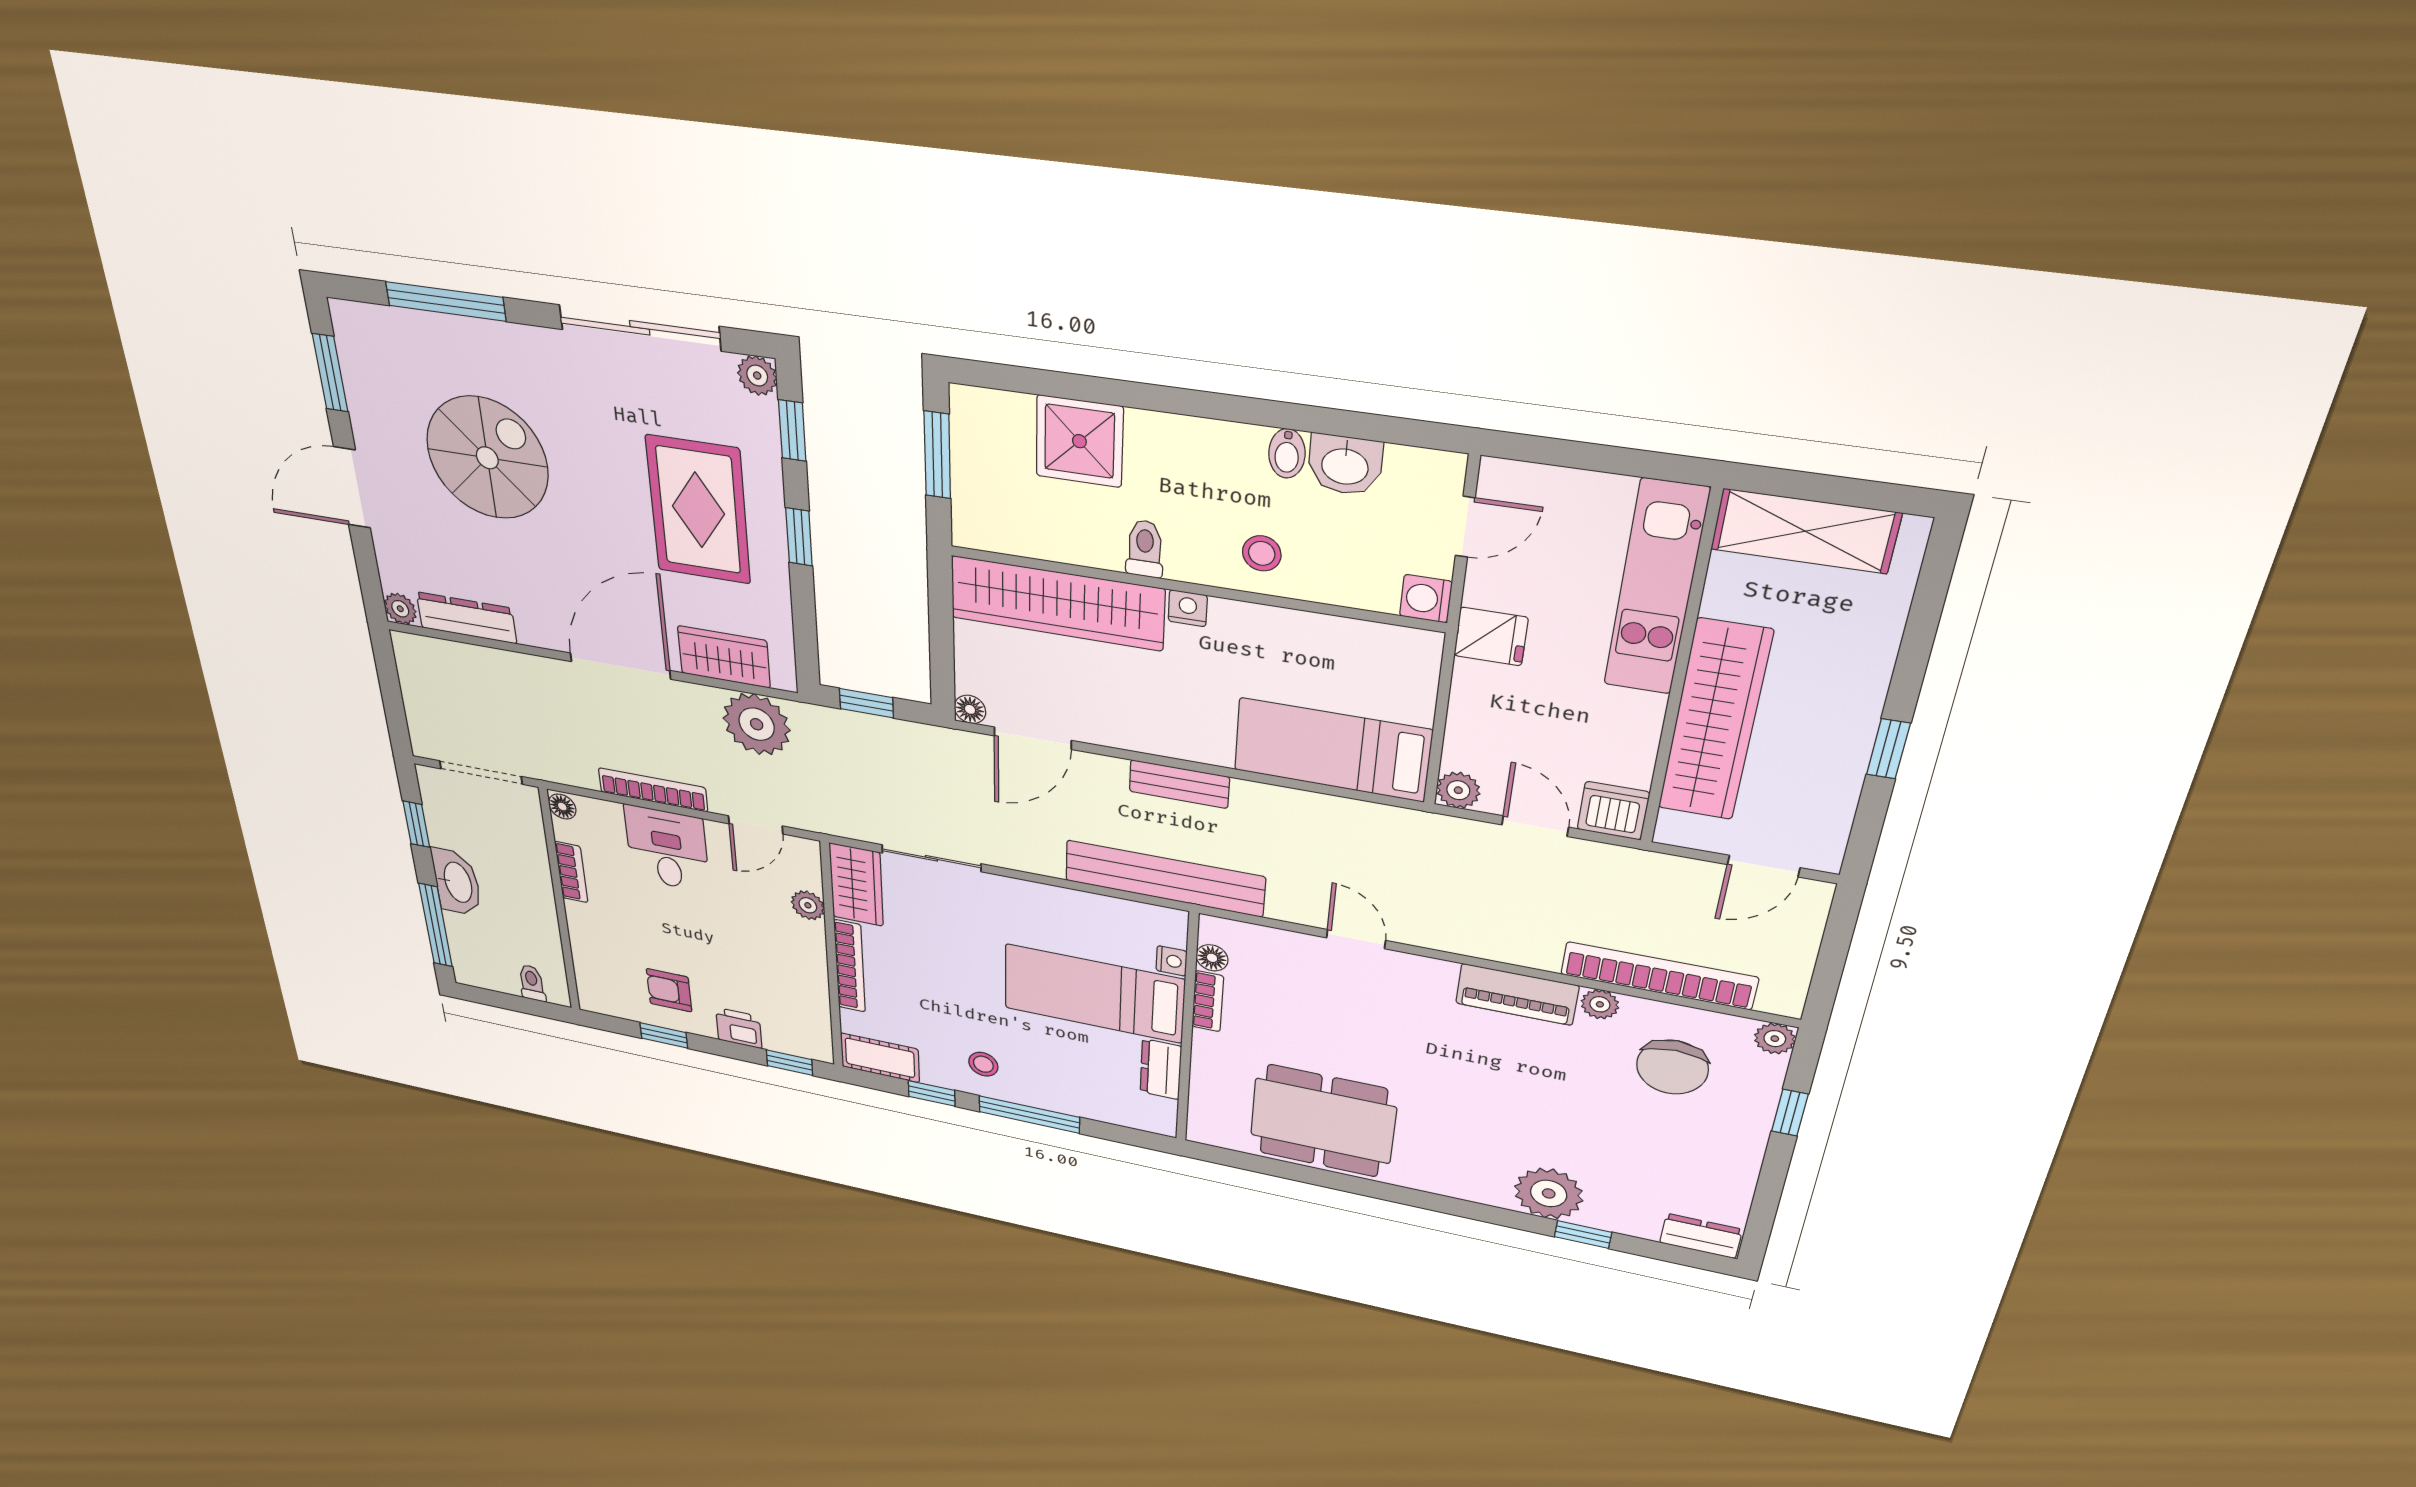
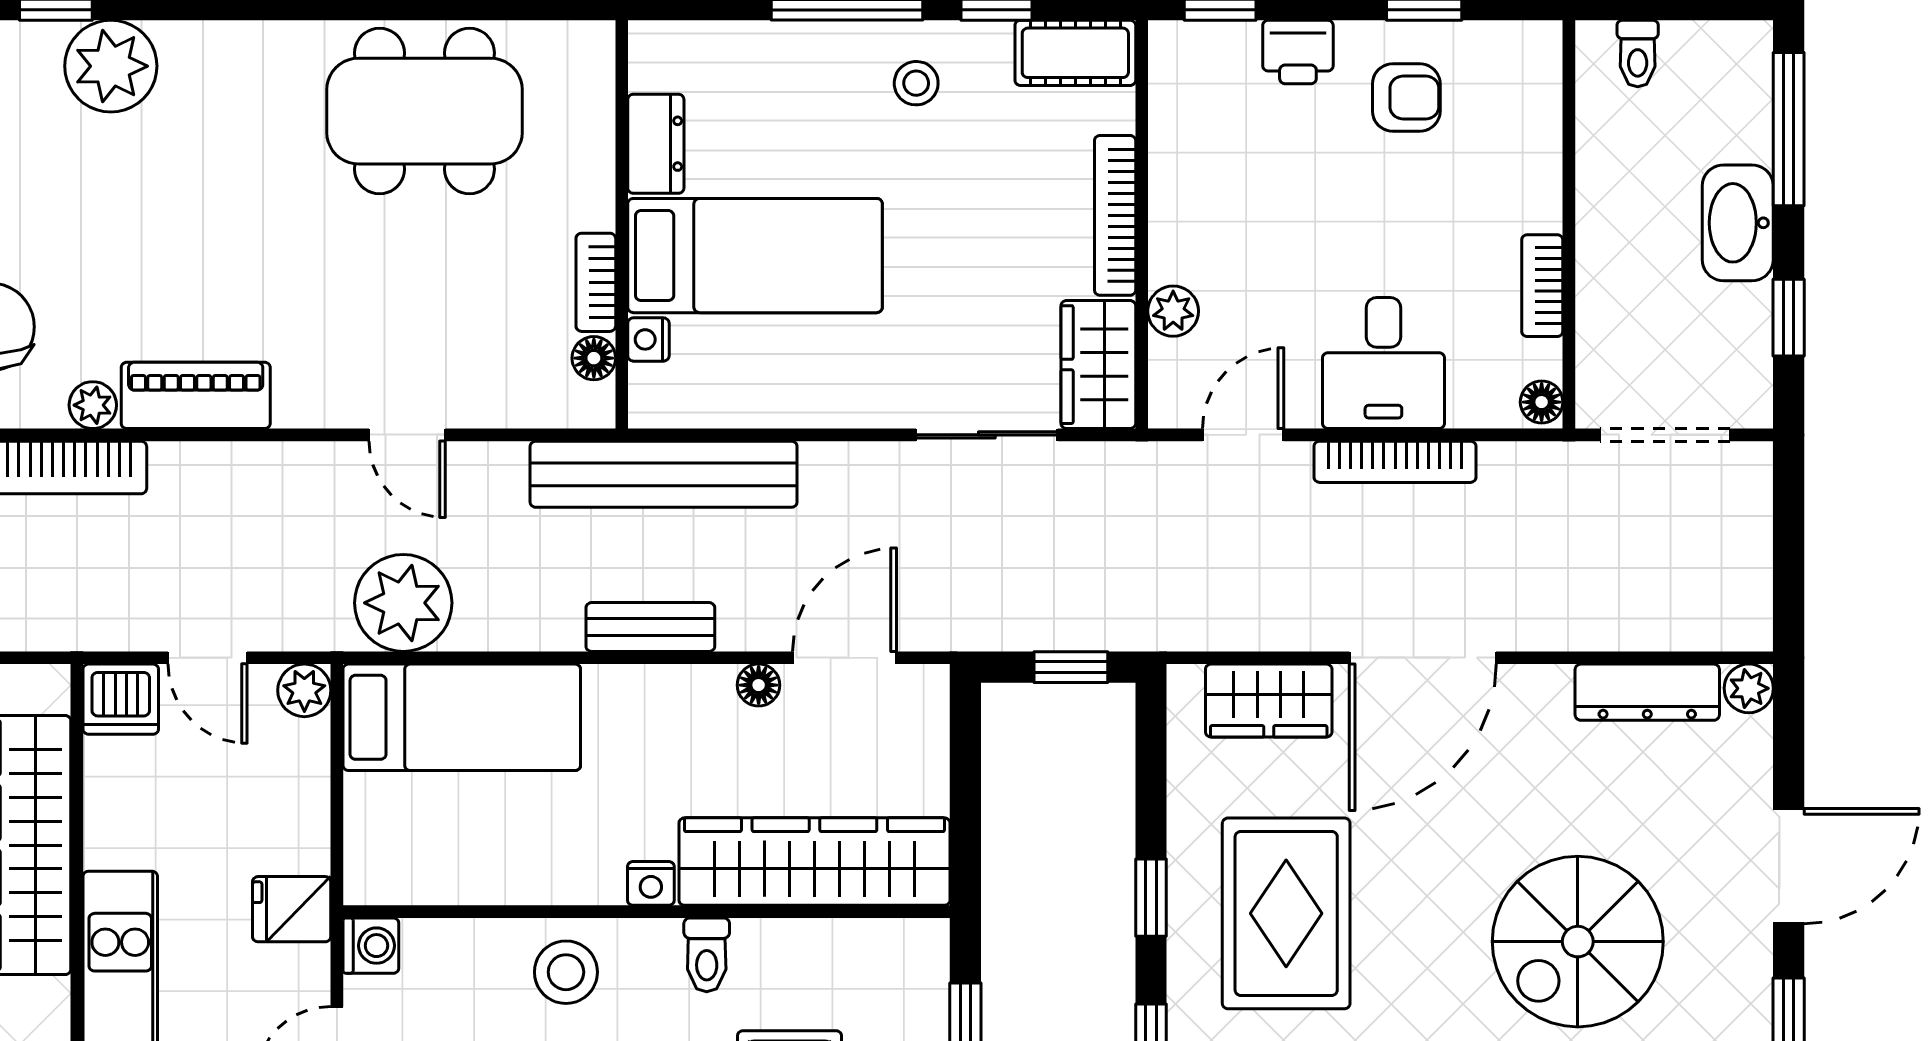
stool: (1262, 553) -> (566, 972), width x1.37, depth x1.37
floor lamp: (970, 709) -> (759, 685), moved
plant: (757, 724) -> (403, 603), moved

